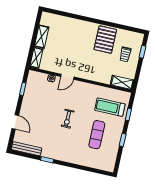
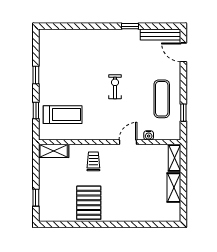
trolley: (125, 54) -> (93, 161), moved
door: (15, 122) -> (183, 52), moved
exercise mat: (97, 135) -> (162, 99), moved

